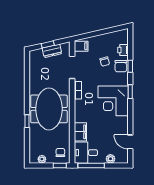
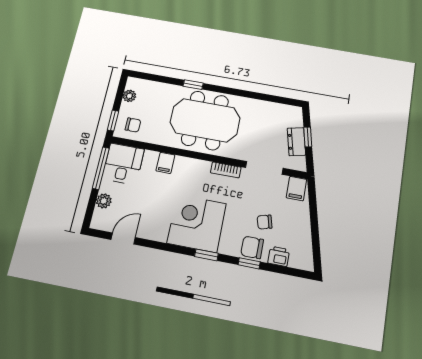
filing cabinet: (80, 132) -> (165, 163), width x0.50

